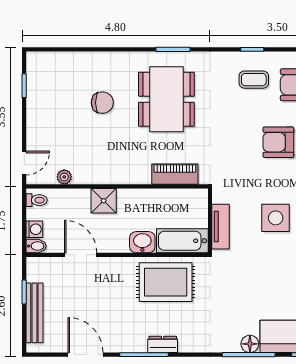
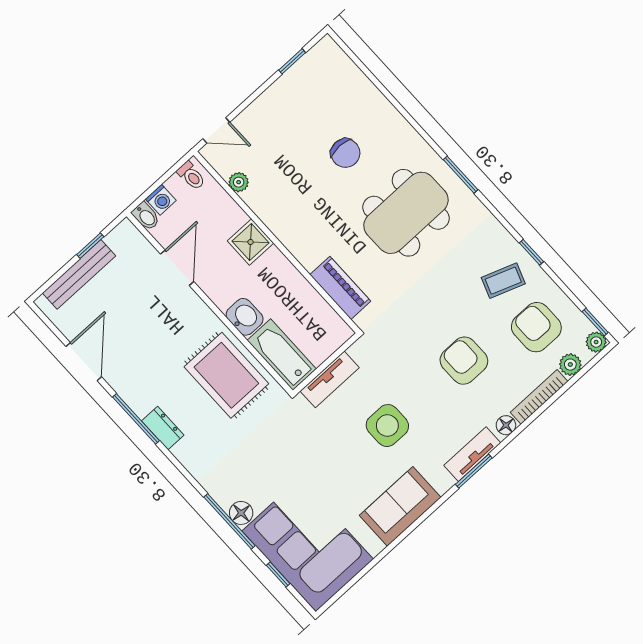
coffee table: (254, 80) -> (503, 281), turned -70

